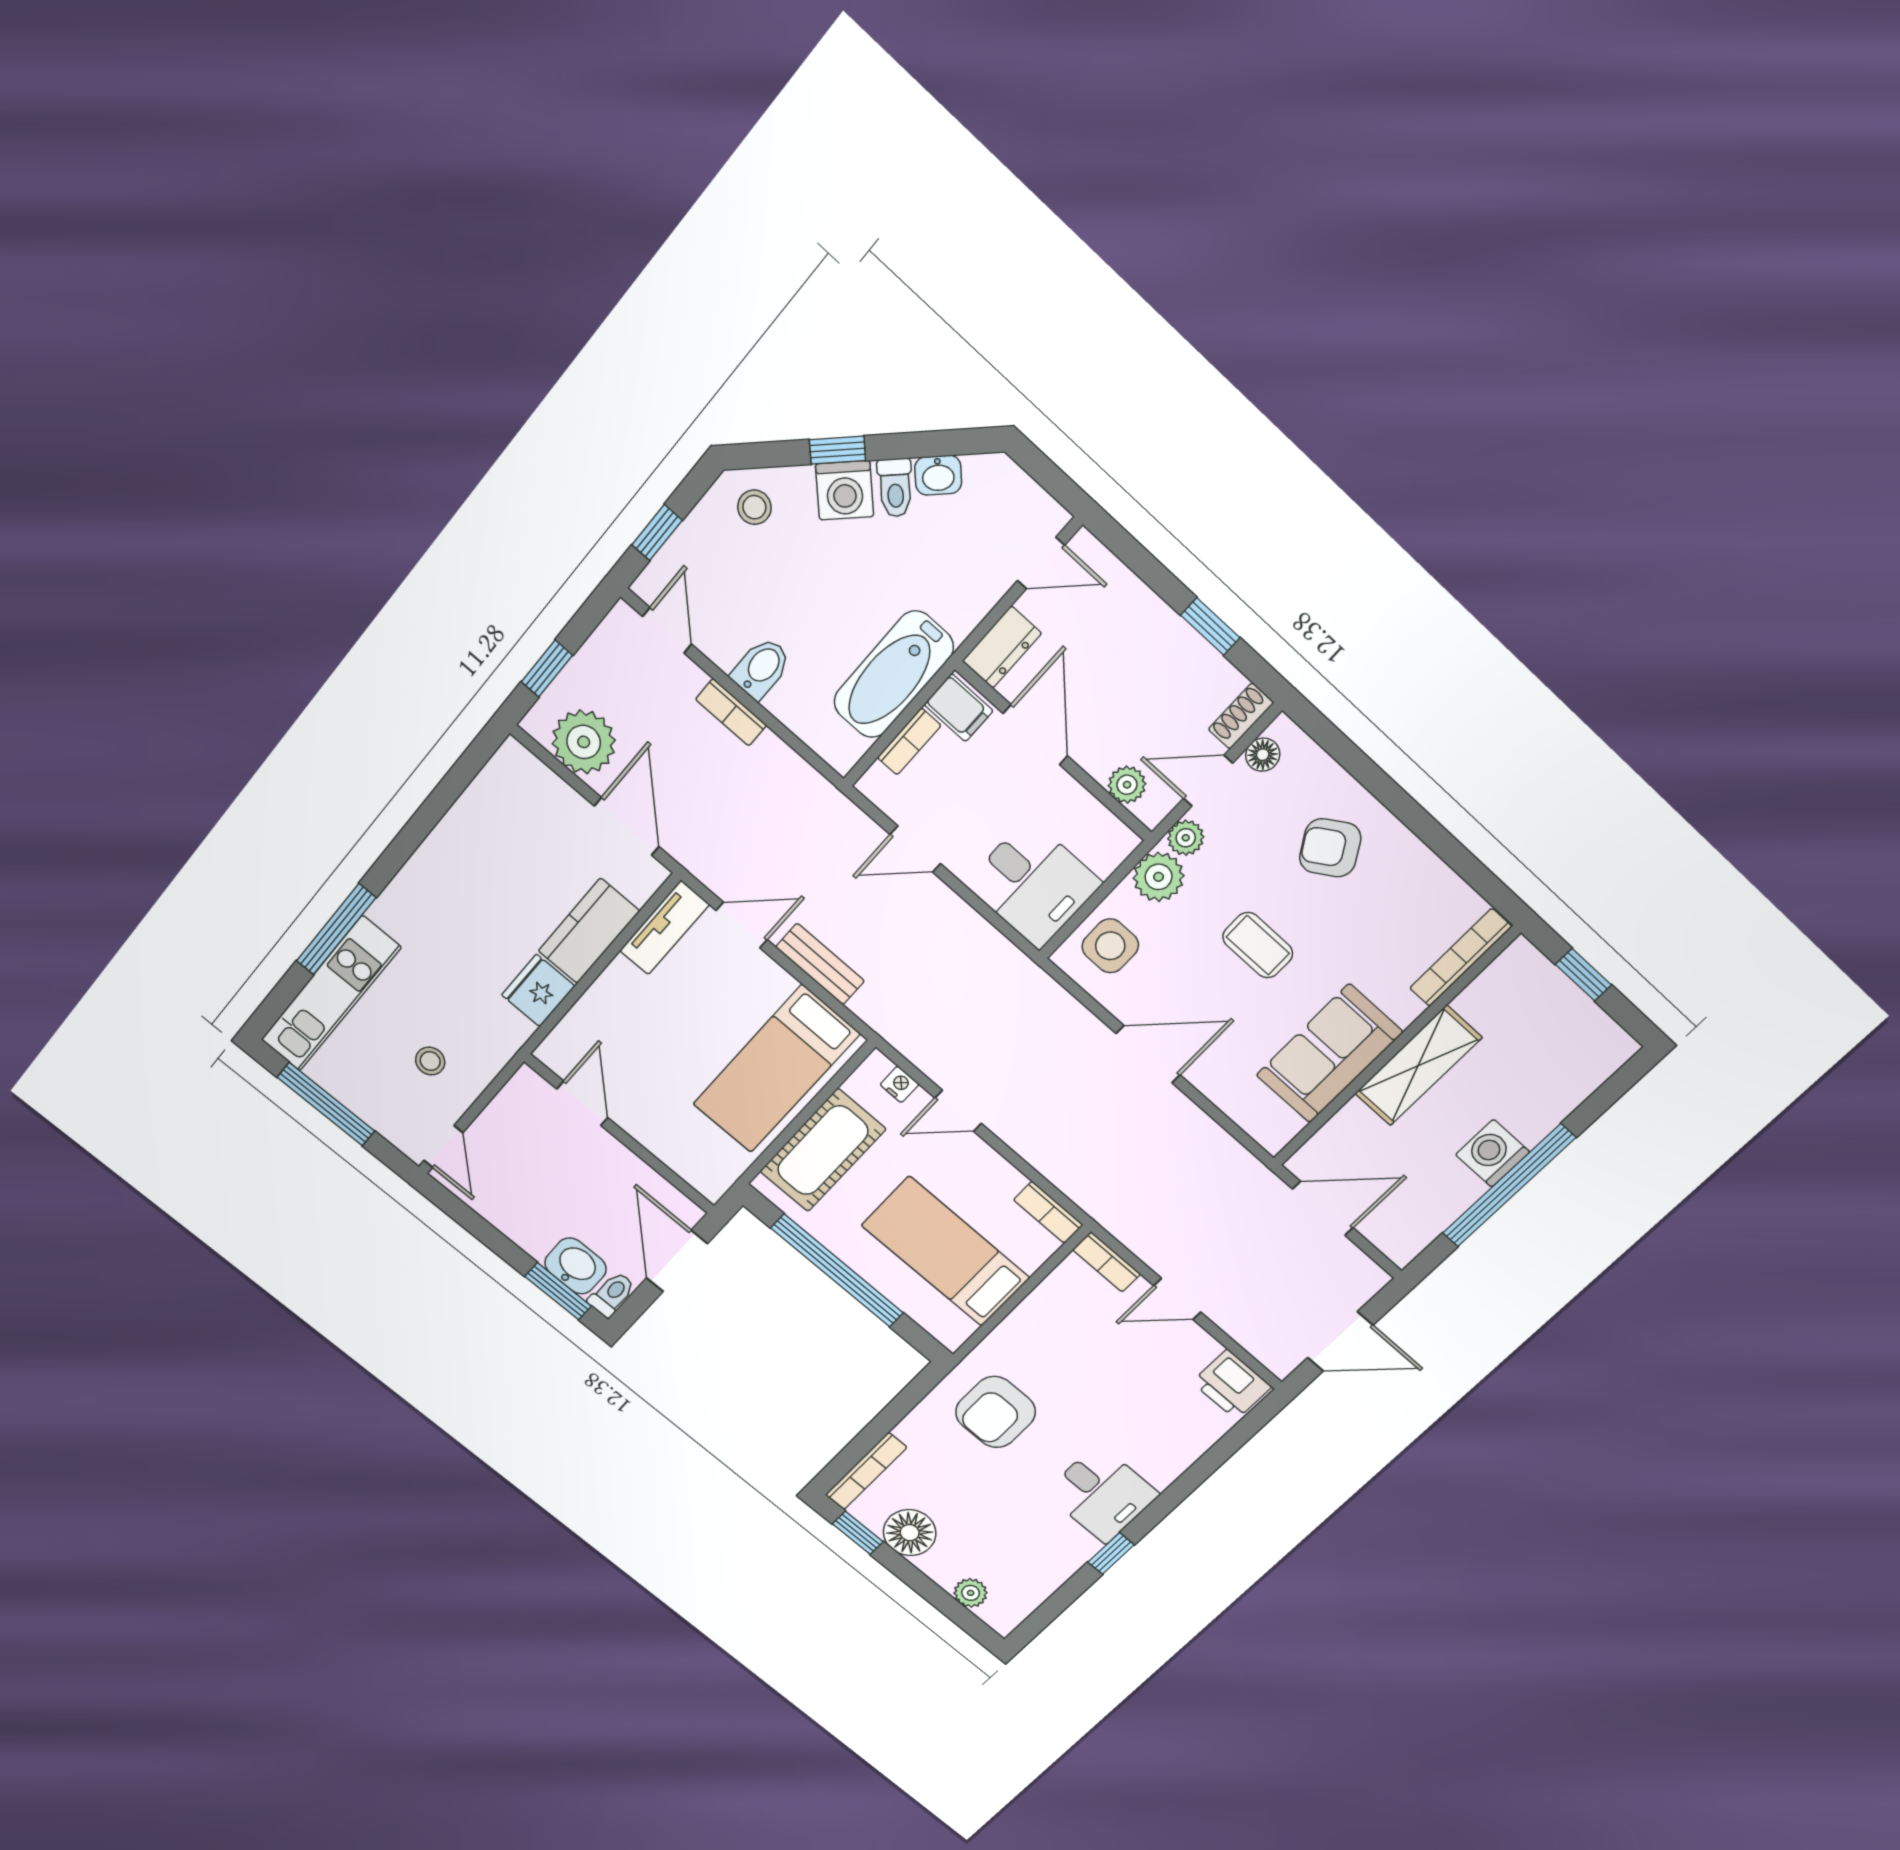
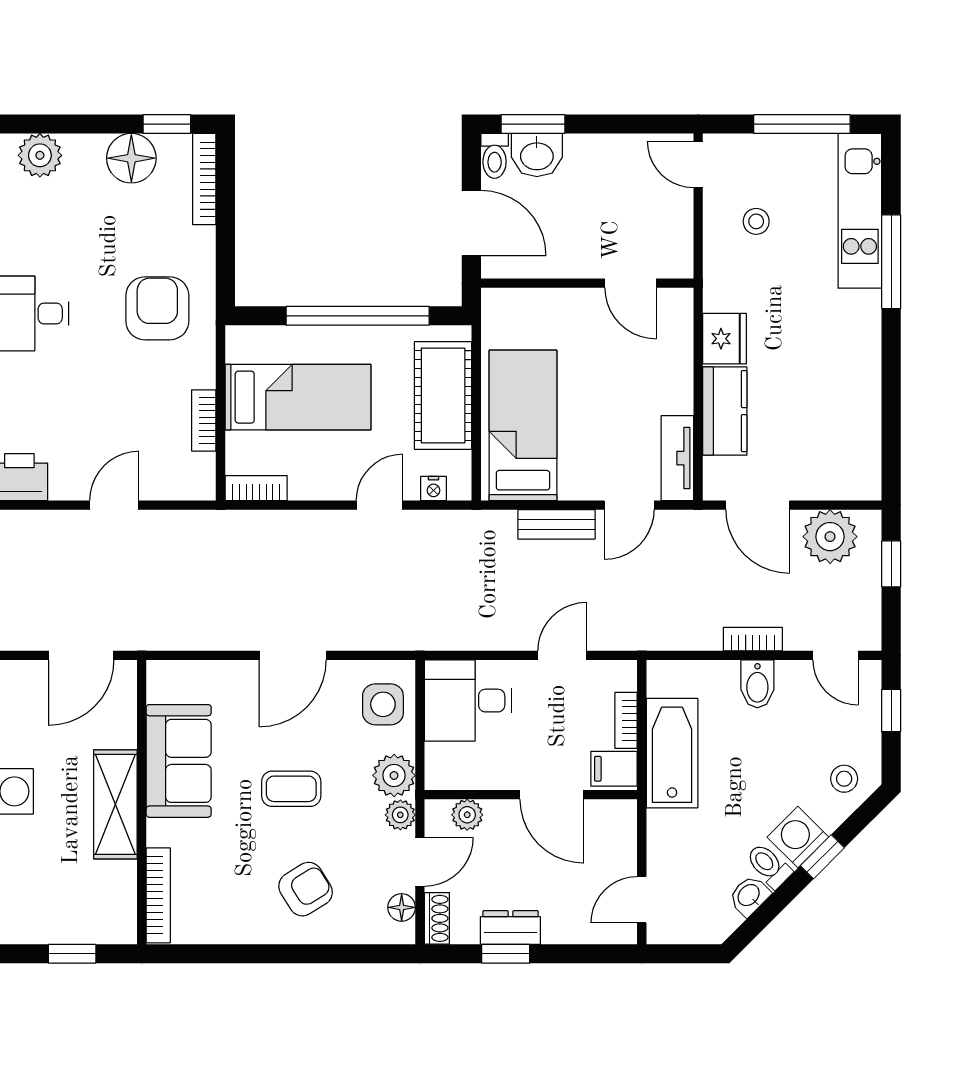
dresser: (1002, 647) -> (510, 927), moved, turned 90
bookcase: (1107, 1262) -> (204, 421), moved, turned -90
plant: (971, 1593) -> (40, 155), width x1.38, depth x1.38

